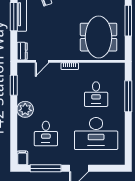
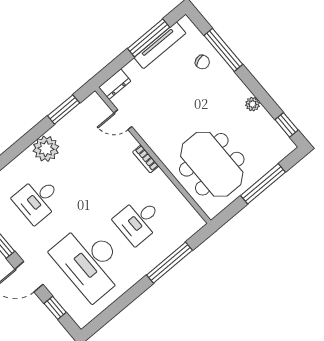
meeting table: (99, 37) -> (212, 164), turned 90
window: (104, 168) -> (55, 308), added

